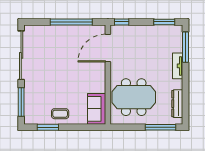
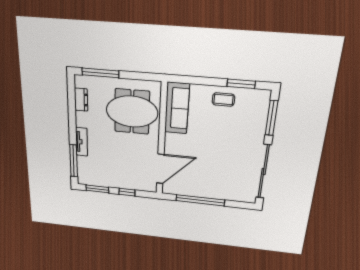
window: (122, 22) -> (127, 192), moved
dresser: (177, 104) -> (81, 100), width x0.70
sofa: (97, 109) -> (177, 108), width x1.36

